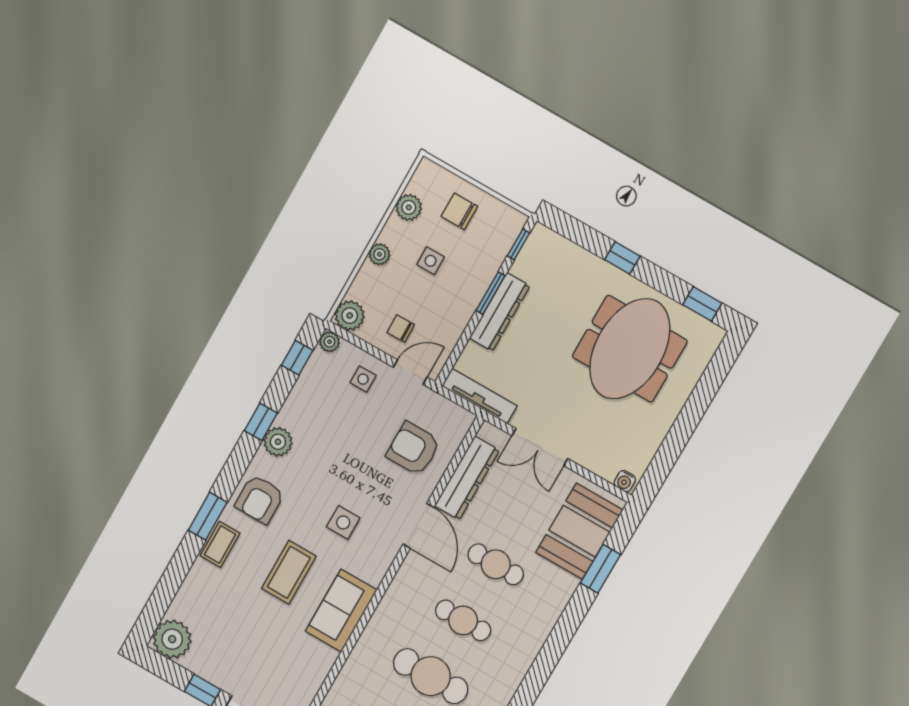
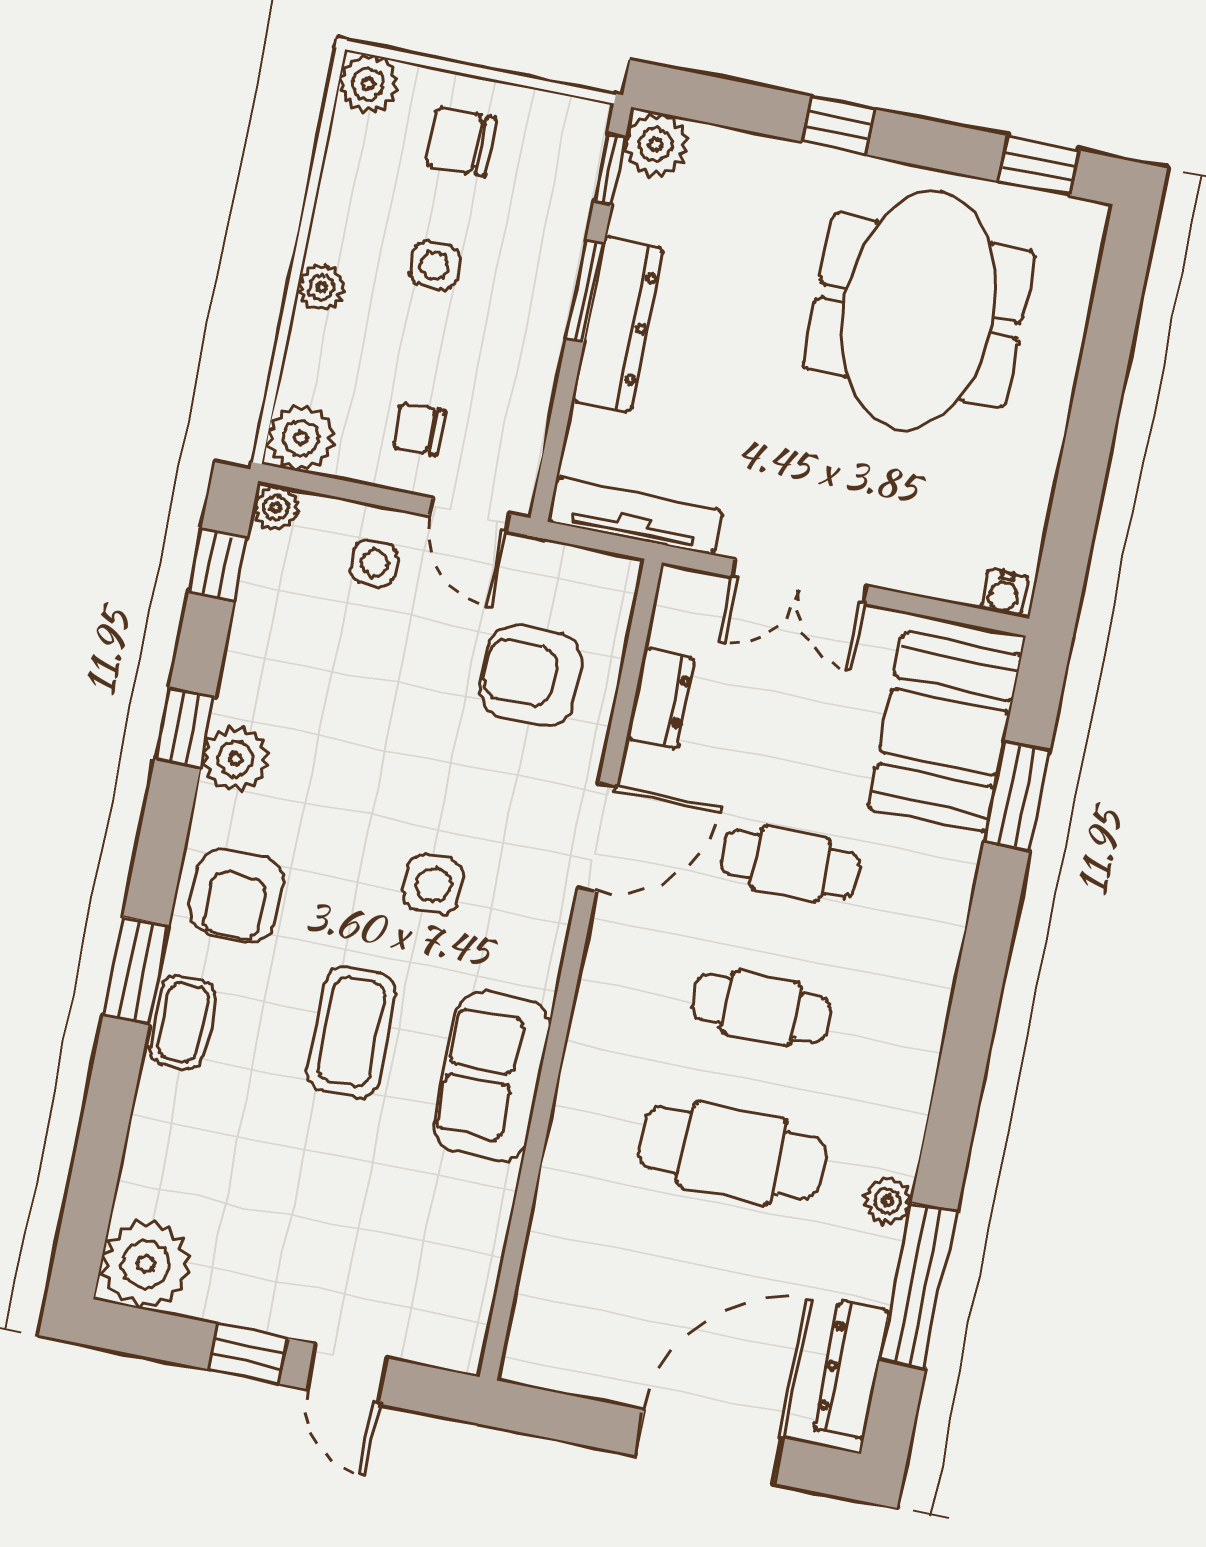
plant: (409, 207) -> (368, 84), moved
plant: (542, 240) -> (656, 144), added
door: (410, 372) -> (470, 515), swing flipped
dresser: (467, 478) -> (661, 698), width x0.51, depth x0.80
door: (418, 526) -> (597, 837), hinge flipped

